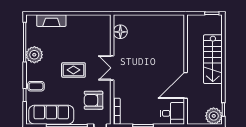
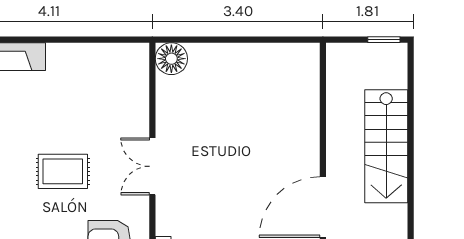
floor lamp: (120, 32) -> (171, 59), moved

